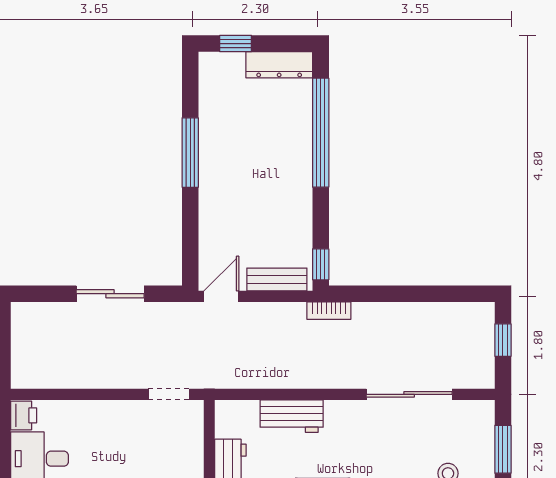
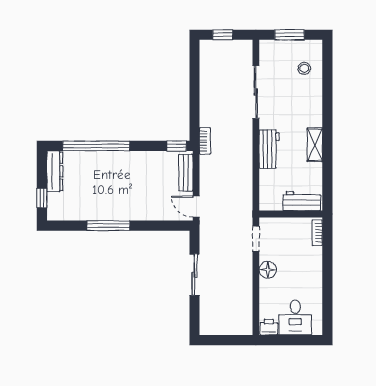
floor lamp: (118, 414) -> (268, 270), added
workbench: (292, 416) -> (269, 149), moved

